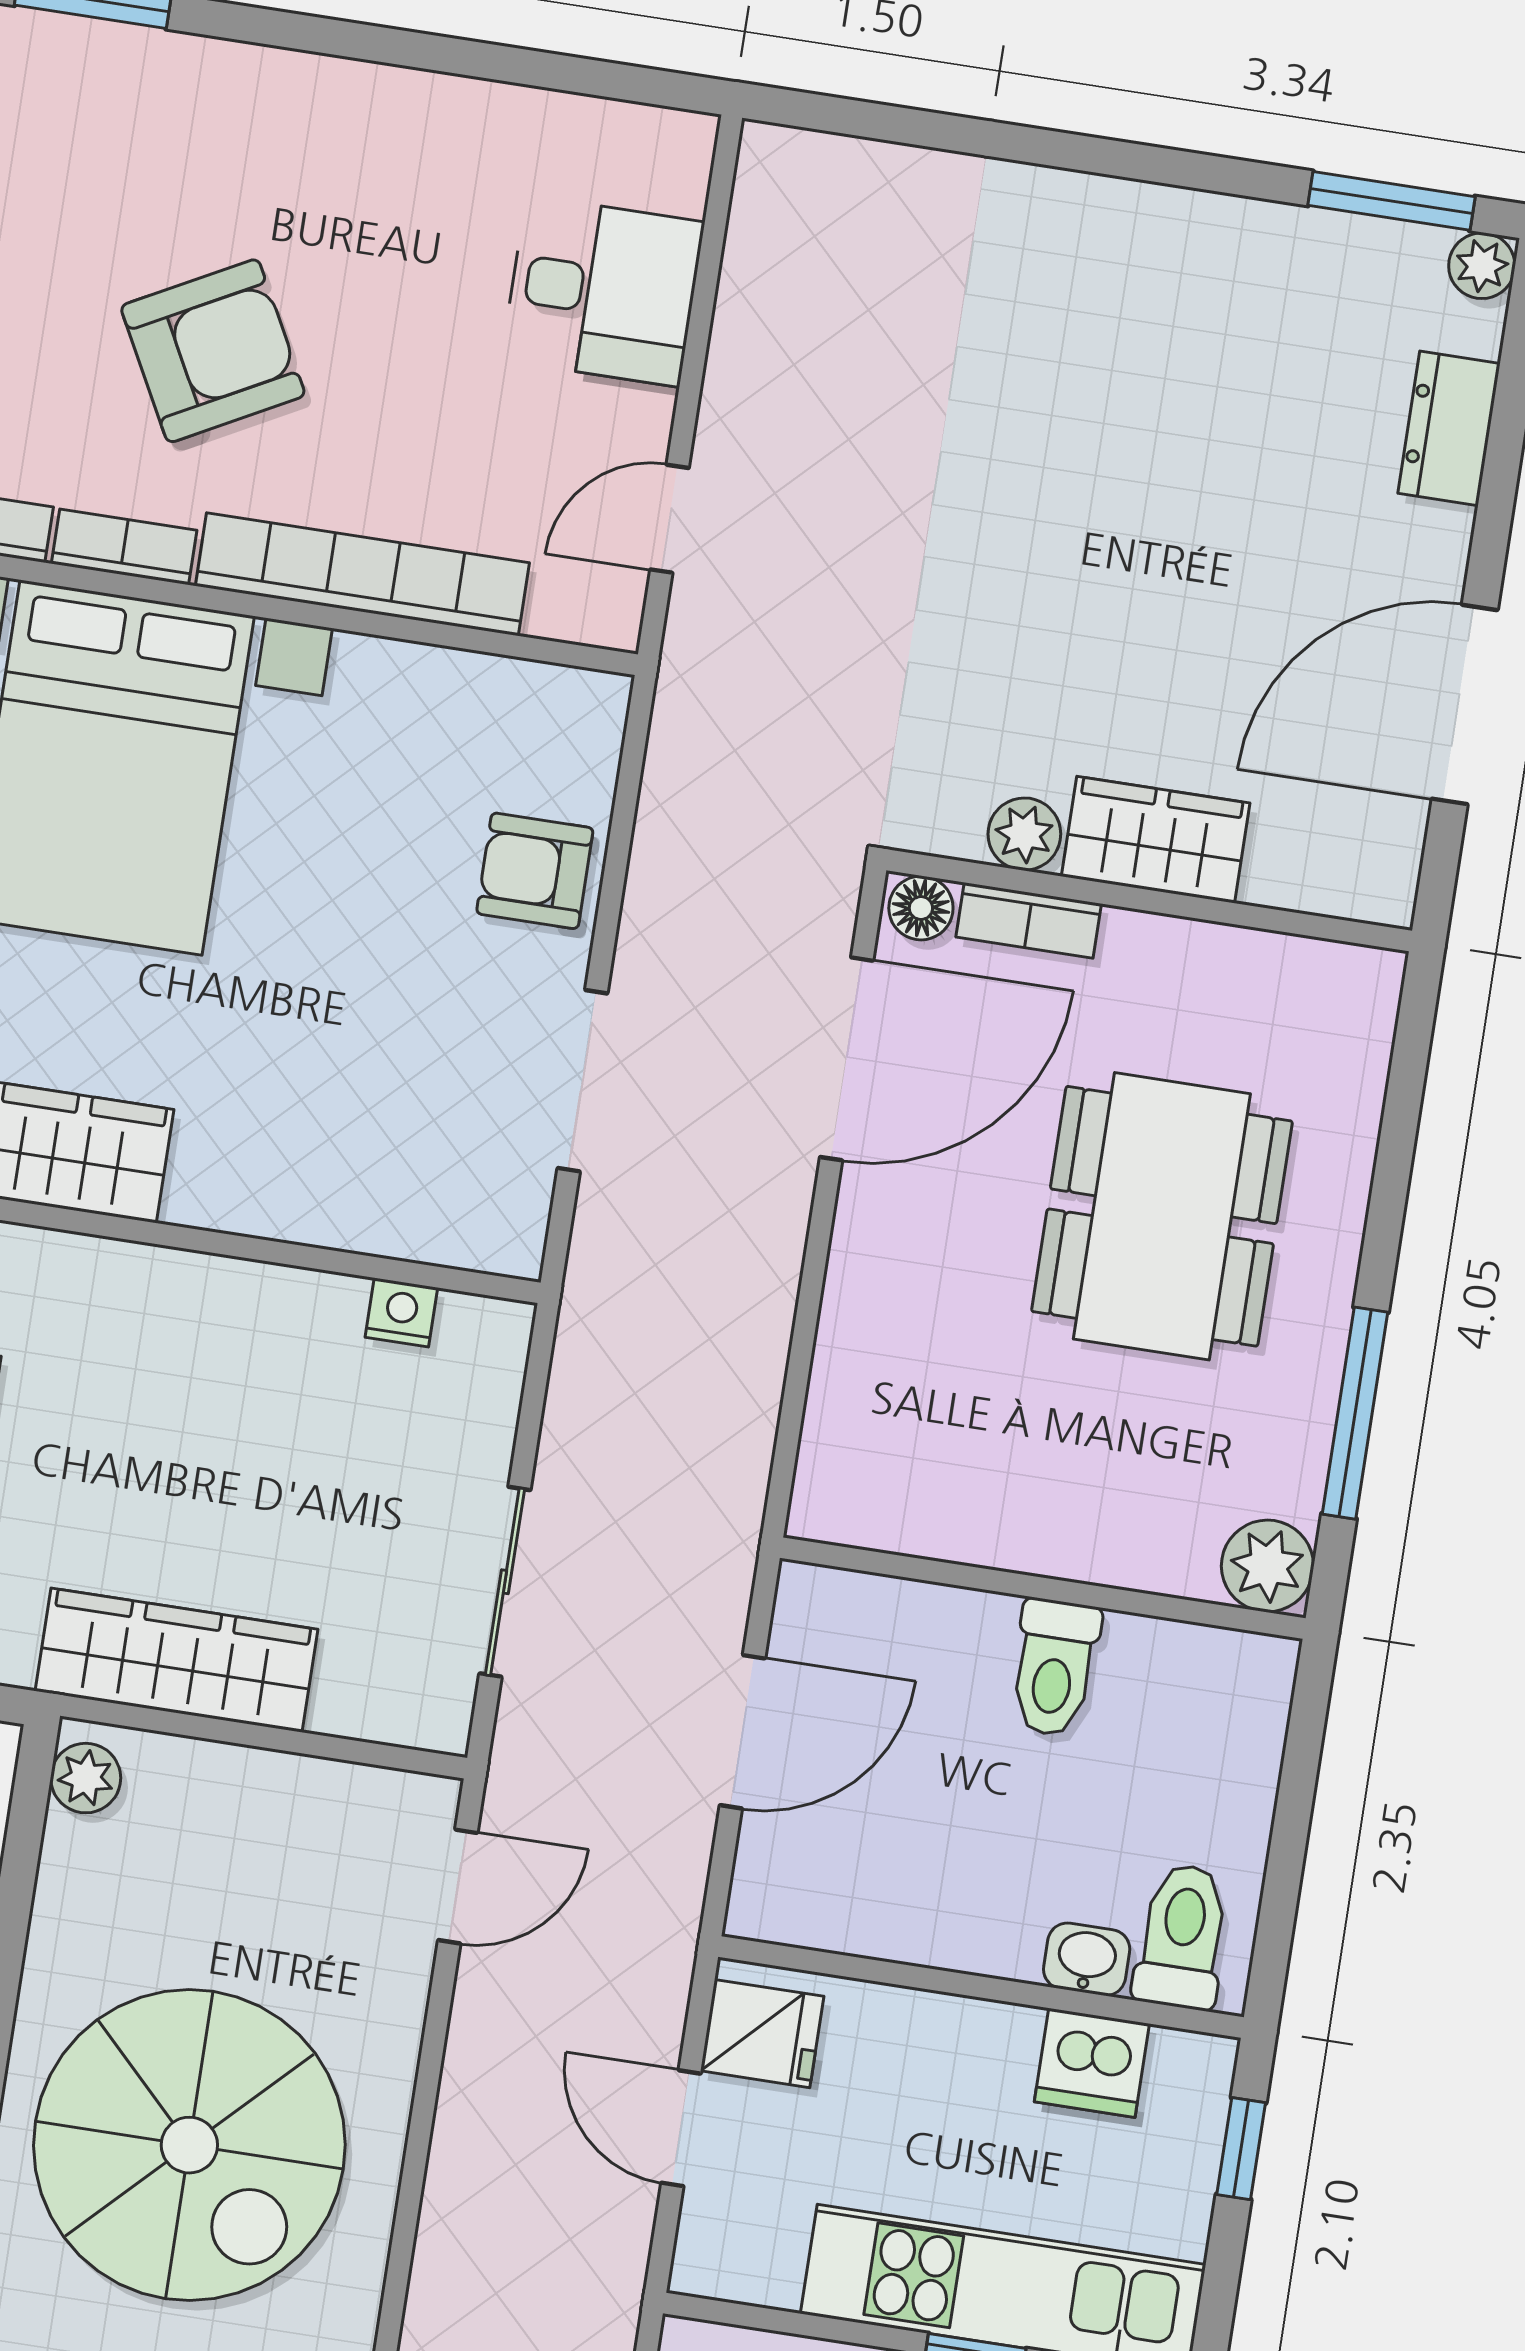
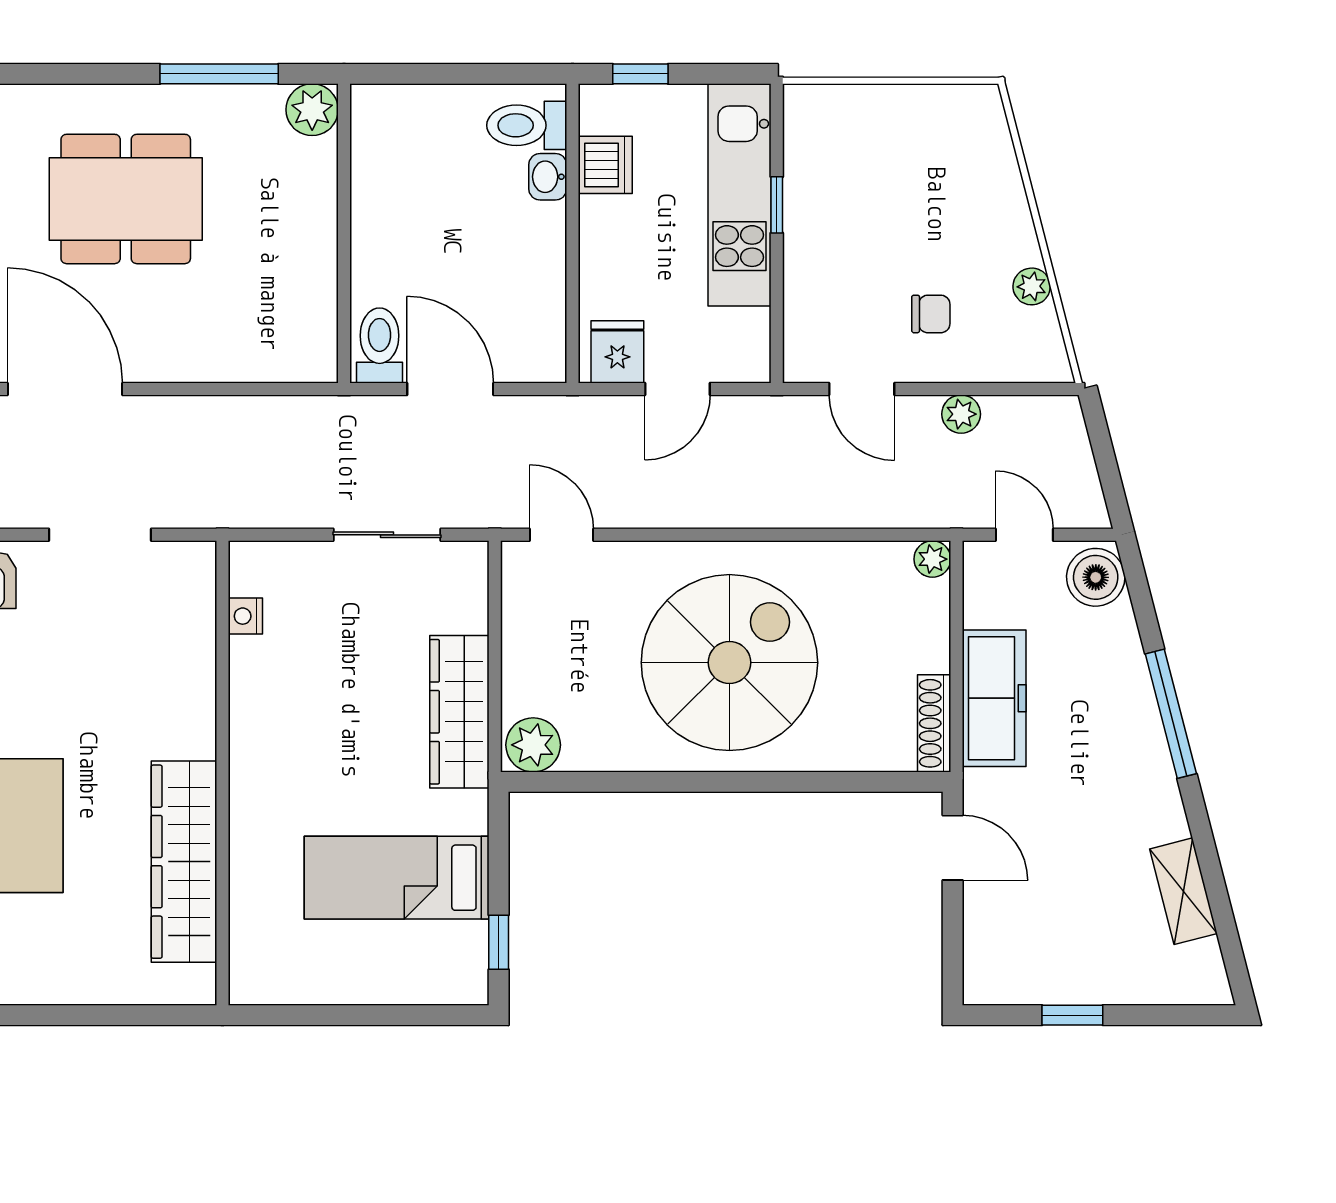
toilet: (1054, 1668) -> (380, 346), moved, turned -90
plant: (86, 1778) -> (533, 745), width x1.38, depth x1.38

